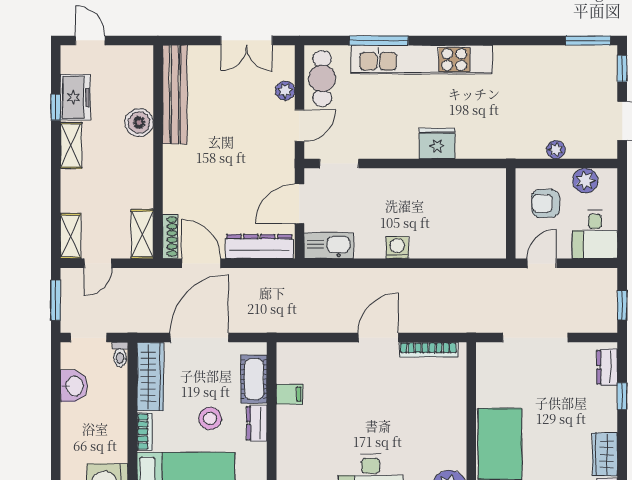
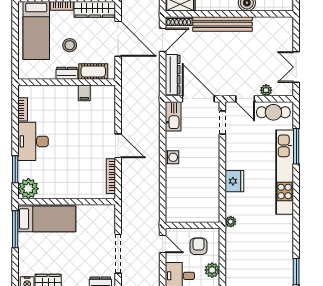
bench: (175, 94) -> (223, 24), moved
plant: (556, 150) -> (231, 222), moved
door: (299, 204) -> (198, 99), width x1.36
doorway: (535, 338) -> (118, 254), moved

